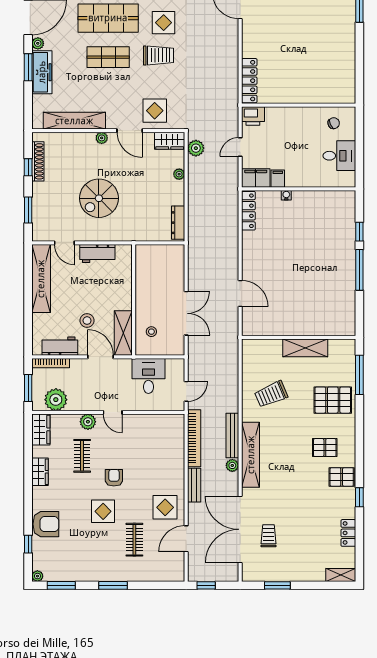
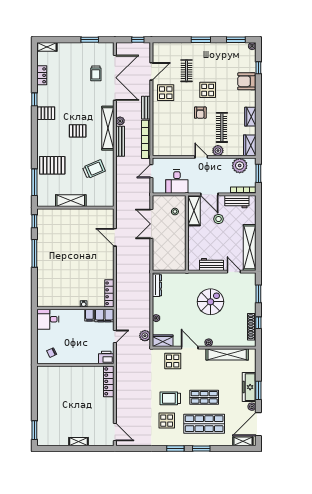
desk: (339, 156) -> (48, 319), moved
window: (359, 232) -> (34, 221), moved
pallet: (325, 448) -> (78, 131), moved
clothes rail: (82, 456) -> (222, 127), width x1.36

